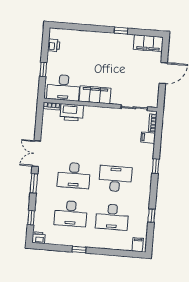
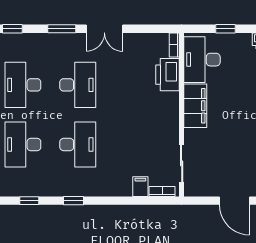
double door: (36, 154) -> (104, 29), swing flipped
window: (156, 166) -> (74, 201), moved
desk: (74, 175) -> (78, 85), turned 180

